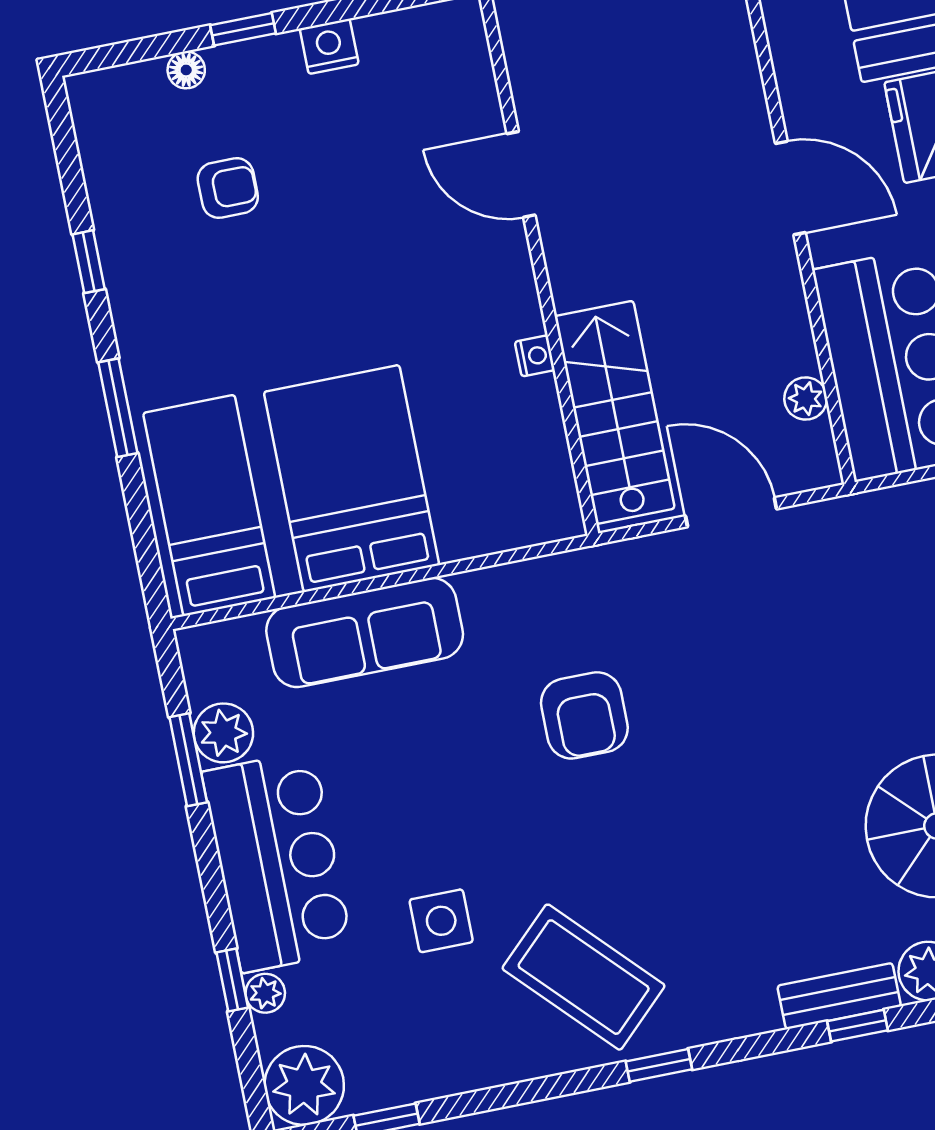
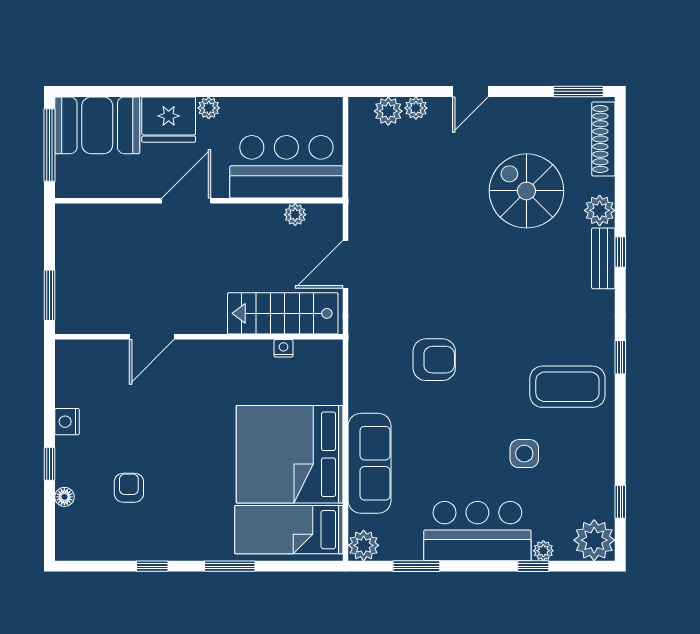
nightstand: (535, 356) -> (284, 348), moved
bed: (351, 479) -> (290, 454), width x1.36
plant: (223, 733) -> (364, 545), moved
coffee table: (584, 977) -> (567, 387), turned 44

